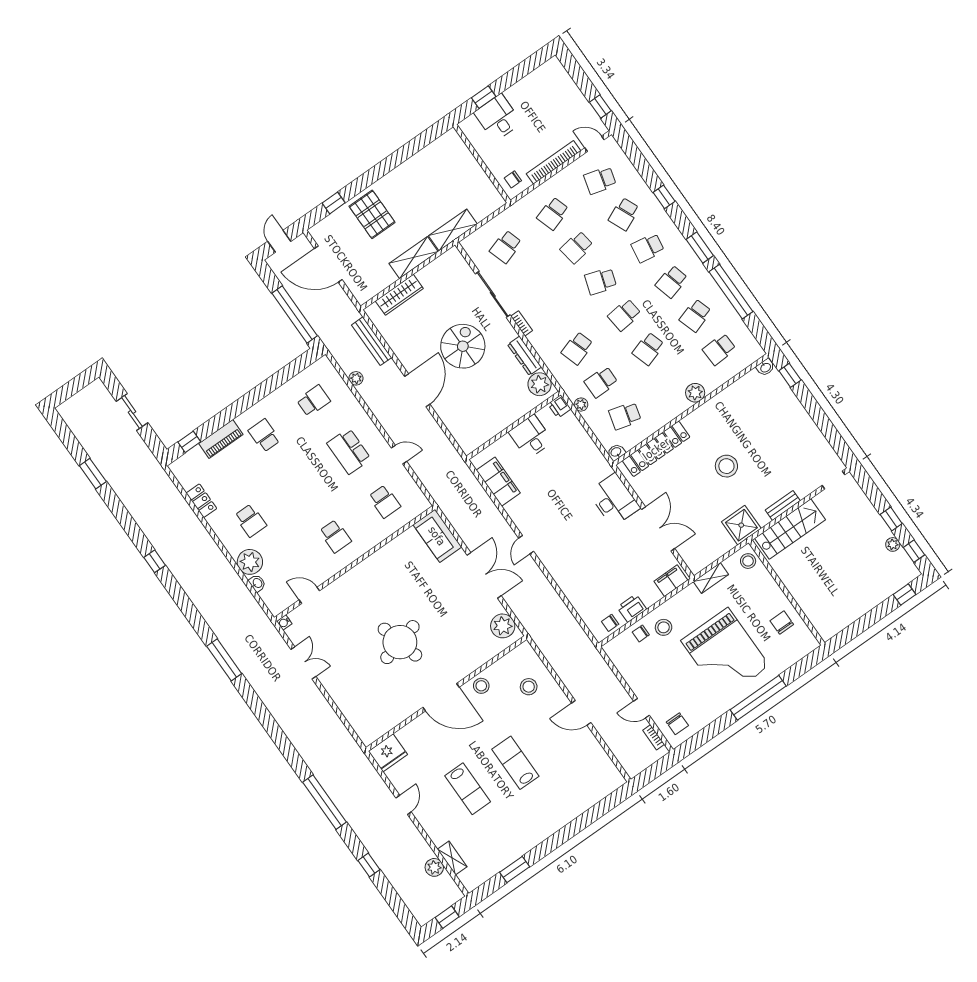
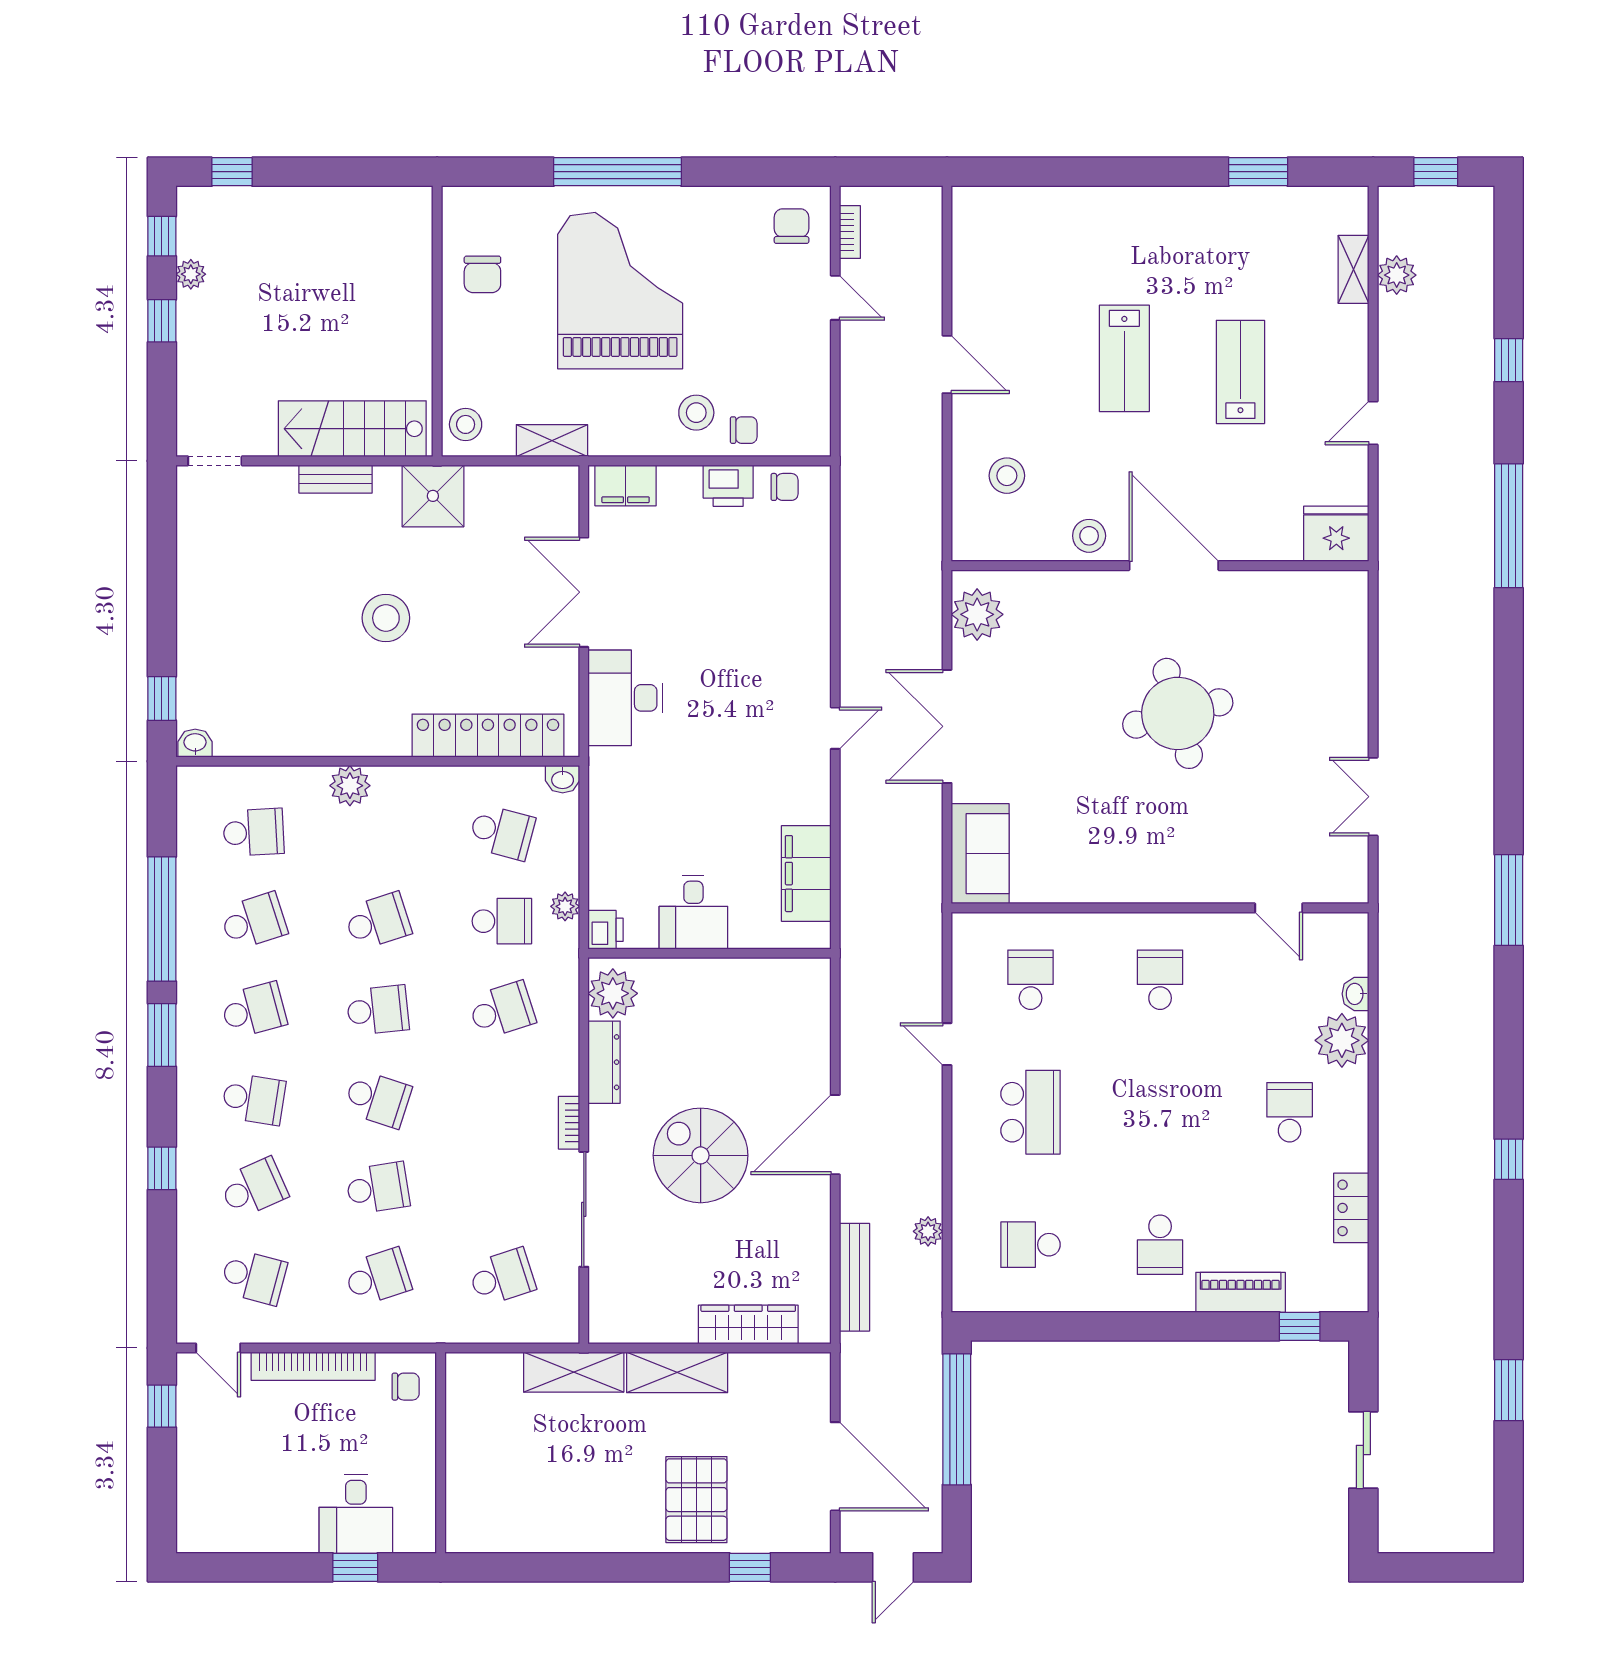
spiral stairs: (463, 346) -> (701, 1155), turned 90
water cooler: (284, 622) -> (1357, 892), removed

